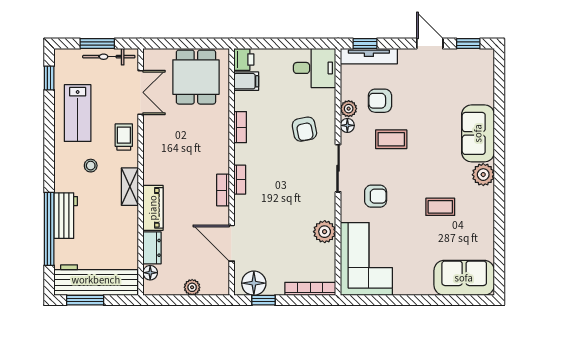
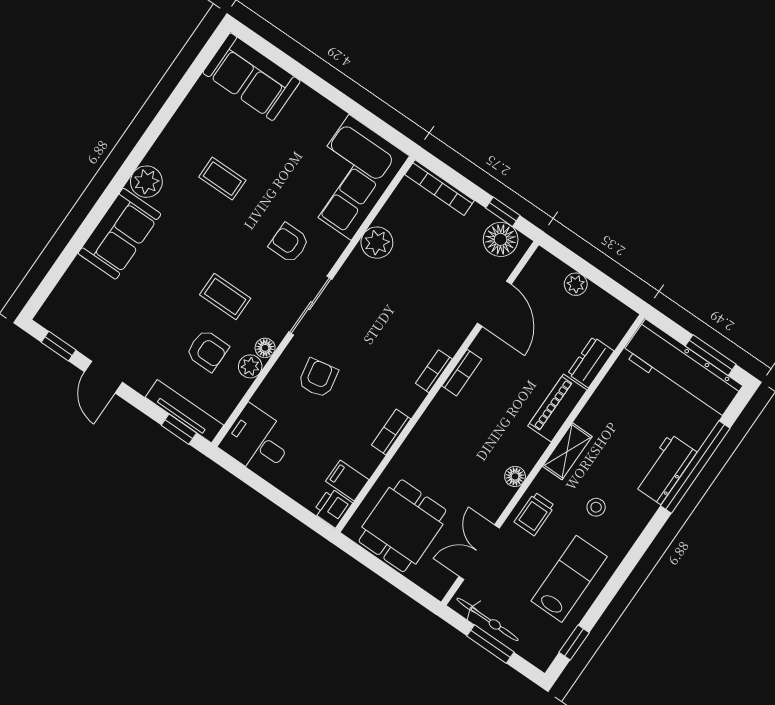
floor lamp: (150, 273) -> (515, 476), moved

